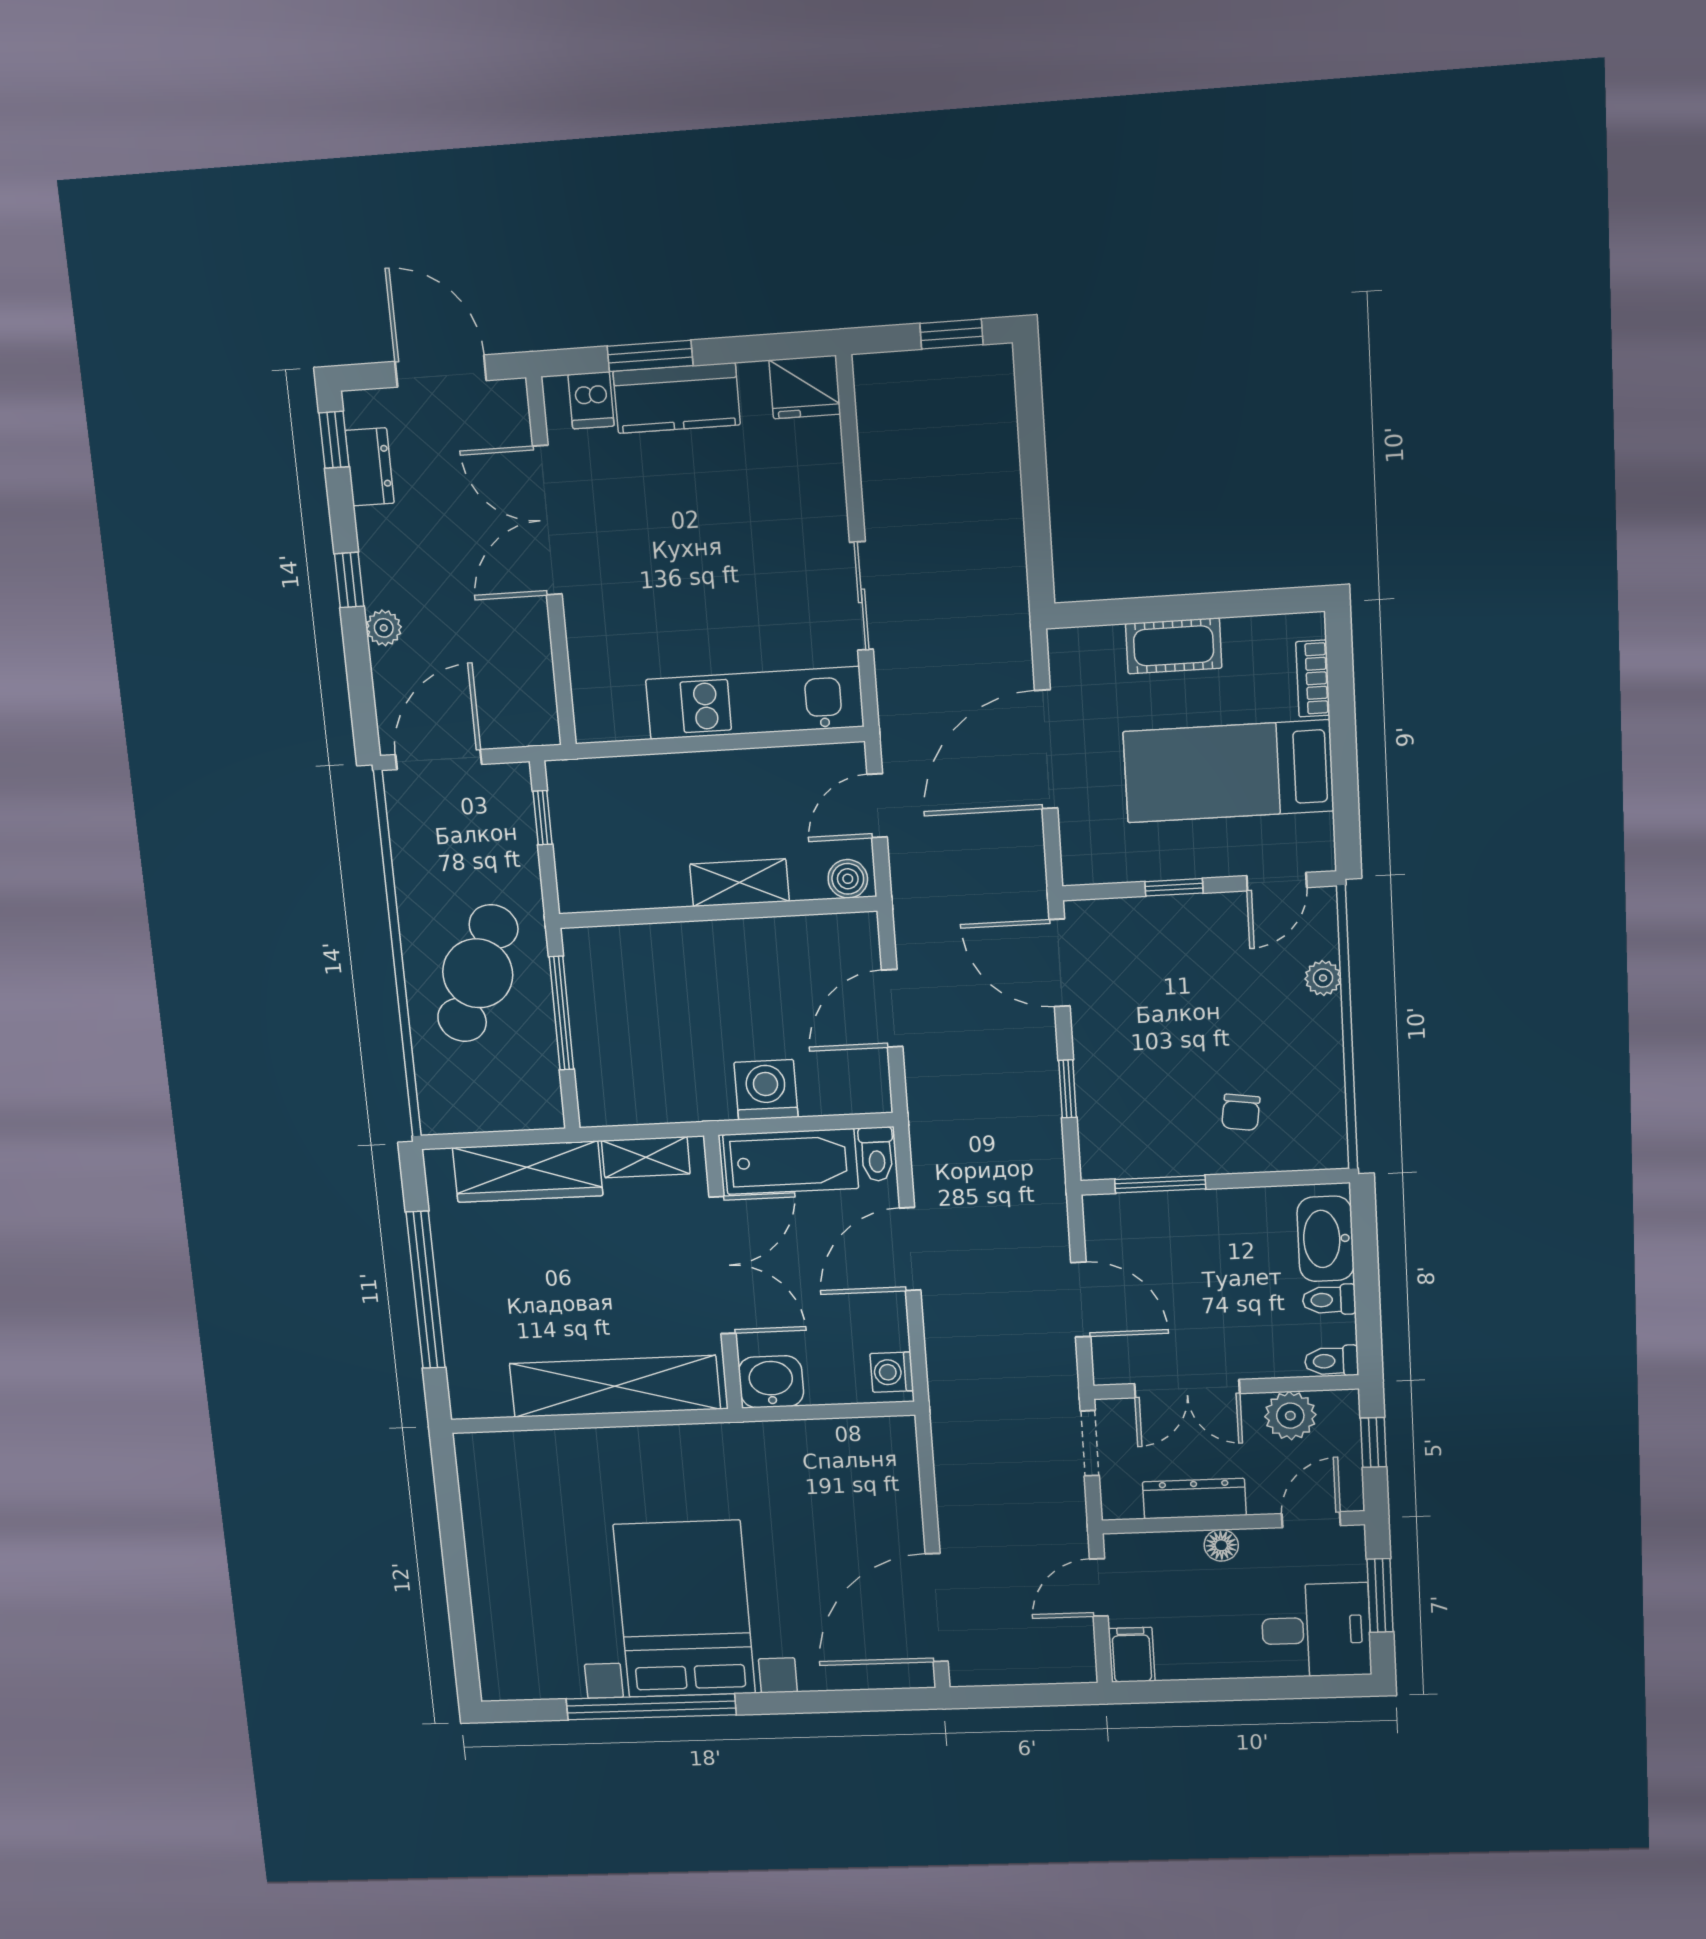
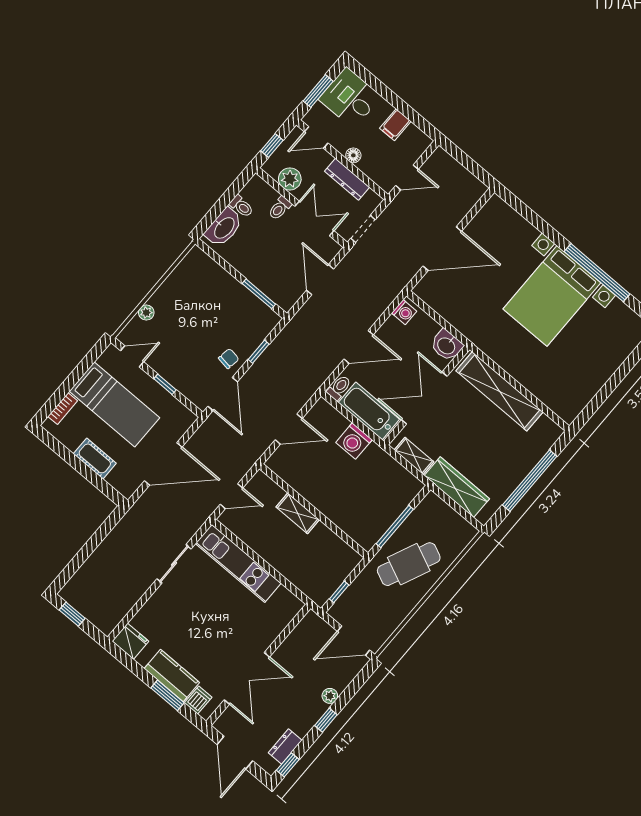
boiler: (848, 879) -> (263, 482), removed
chair: (1241, 1112) -> (229, 359), moved
toilet: (1332, 1361) -> (280, 208), moved, turned 90
door: (937, 1608) -> (442, 249), moved
filing cabinet: (1132, 1655) -> (395, 125), moved

